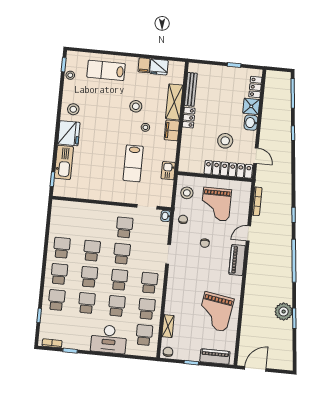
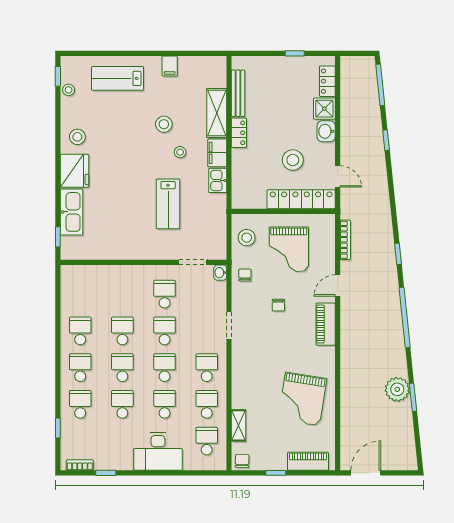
fridge: (159, 67) -> (191, 66), removed
kitchen sink: (168, 171) -> (218, 180), moved

